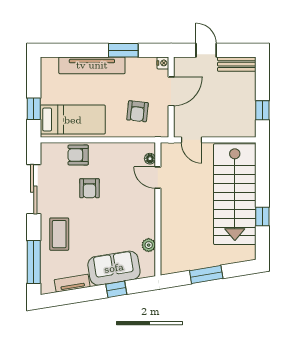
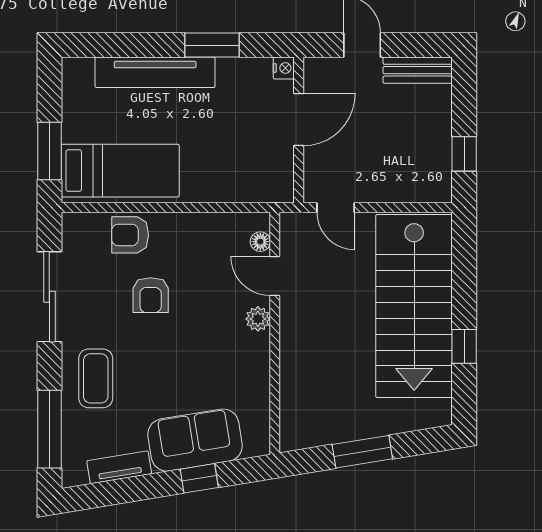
window: (34, 109) -> (49, 151), width x1.50
armchair: (137, 111) -> (238, 156), removed
plant: (149, 245) -> (258, 319), moved

